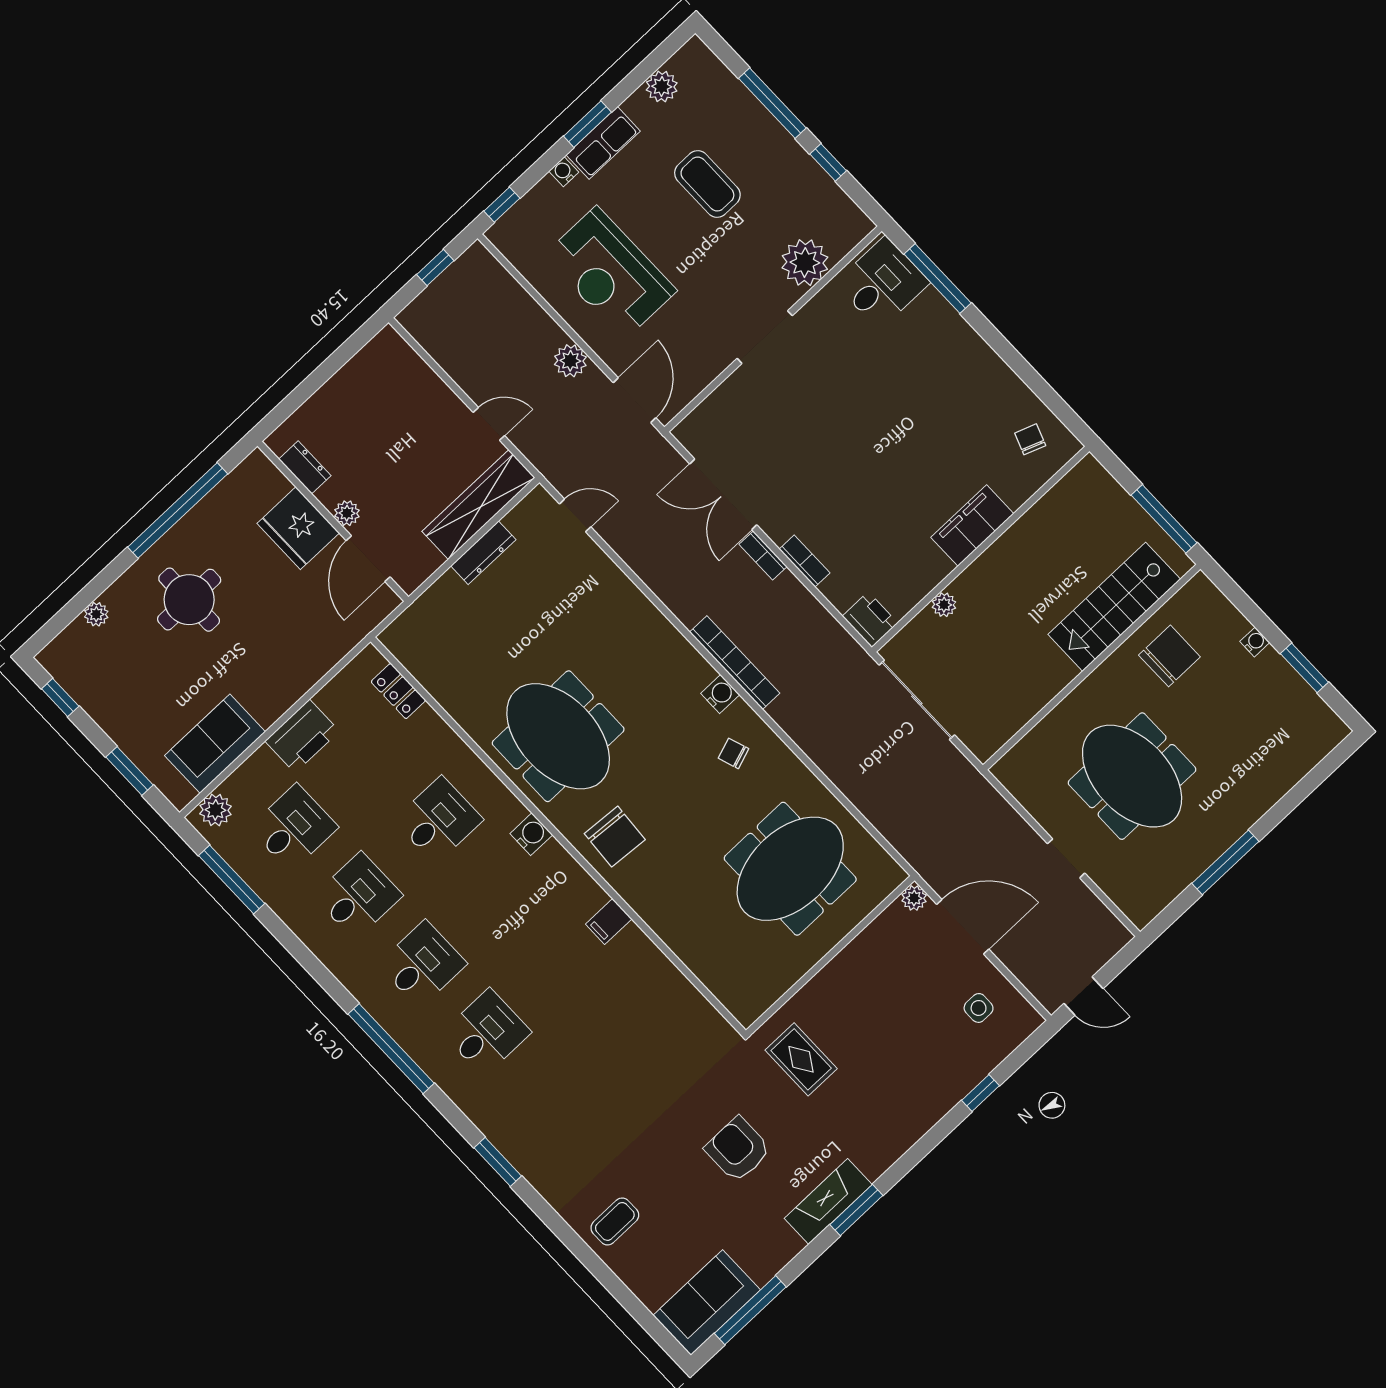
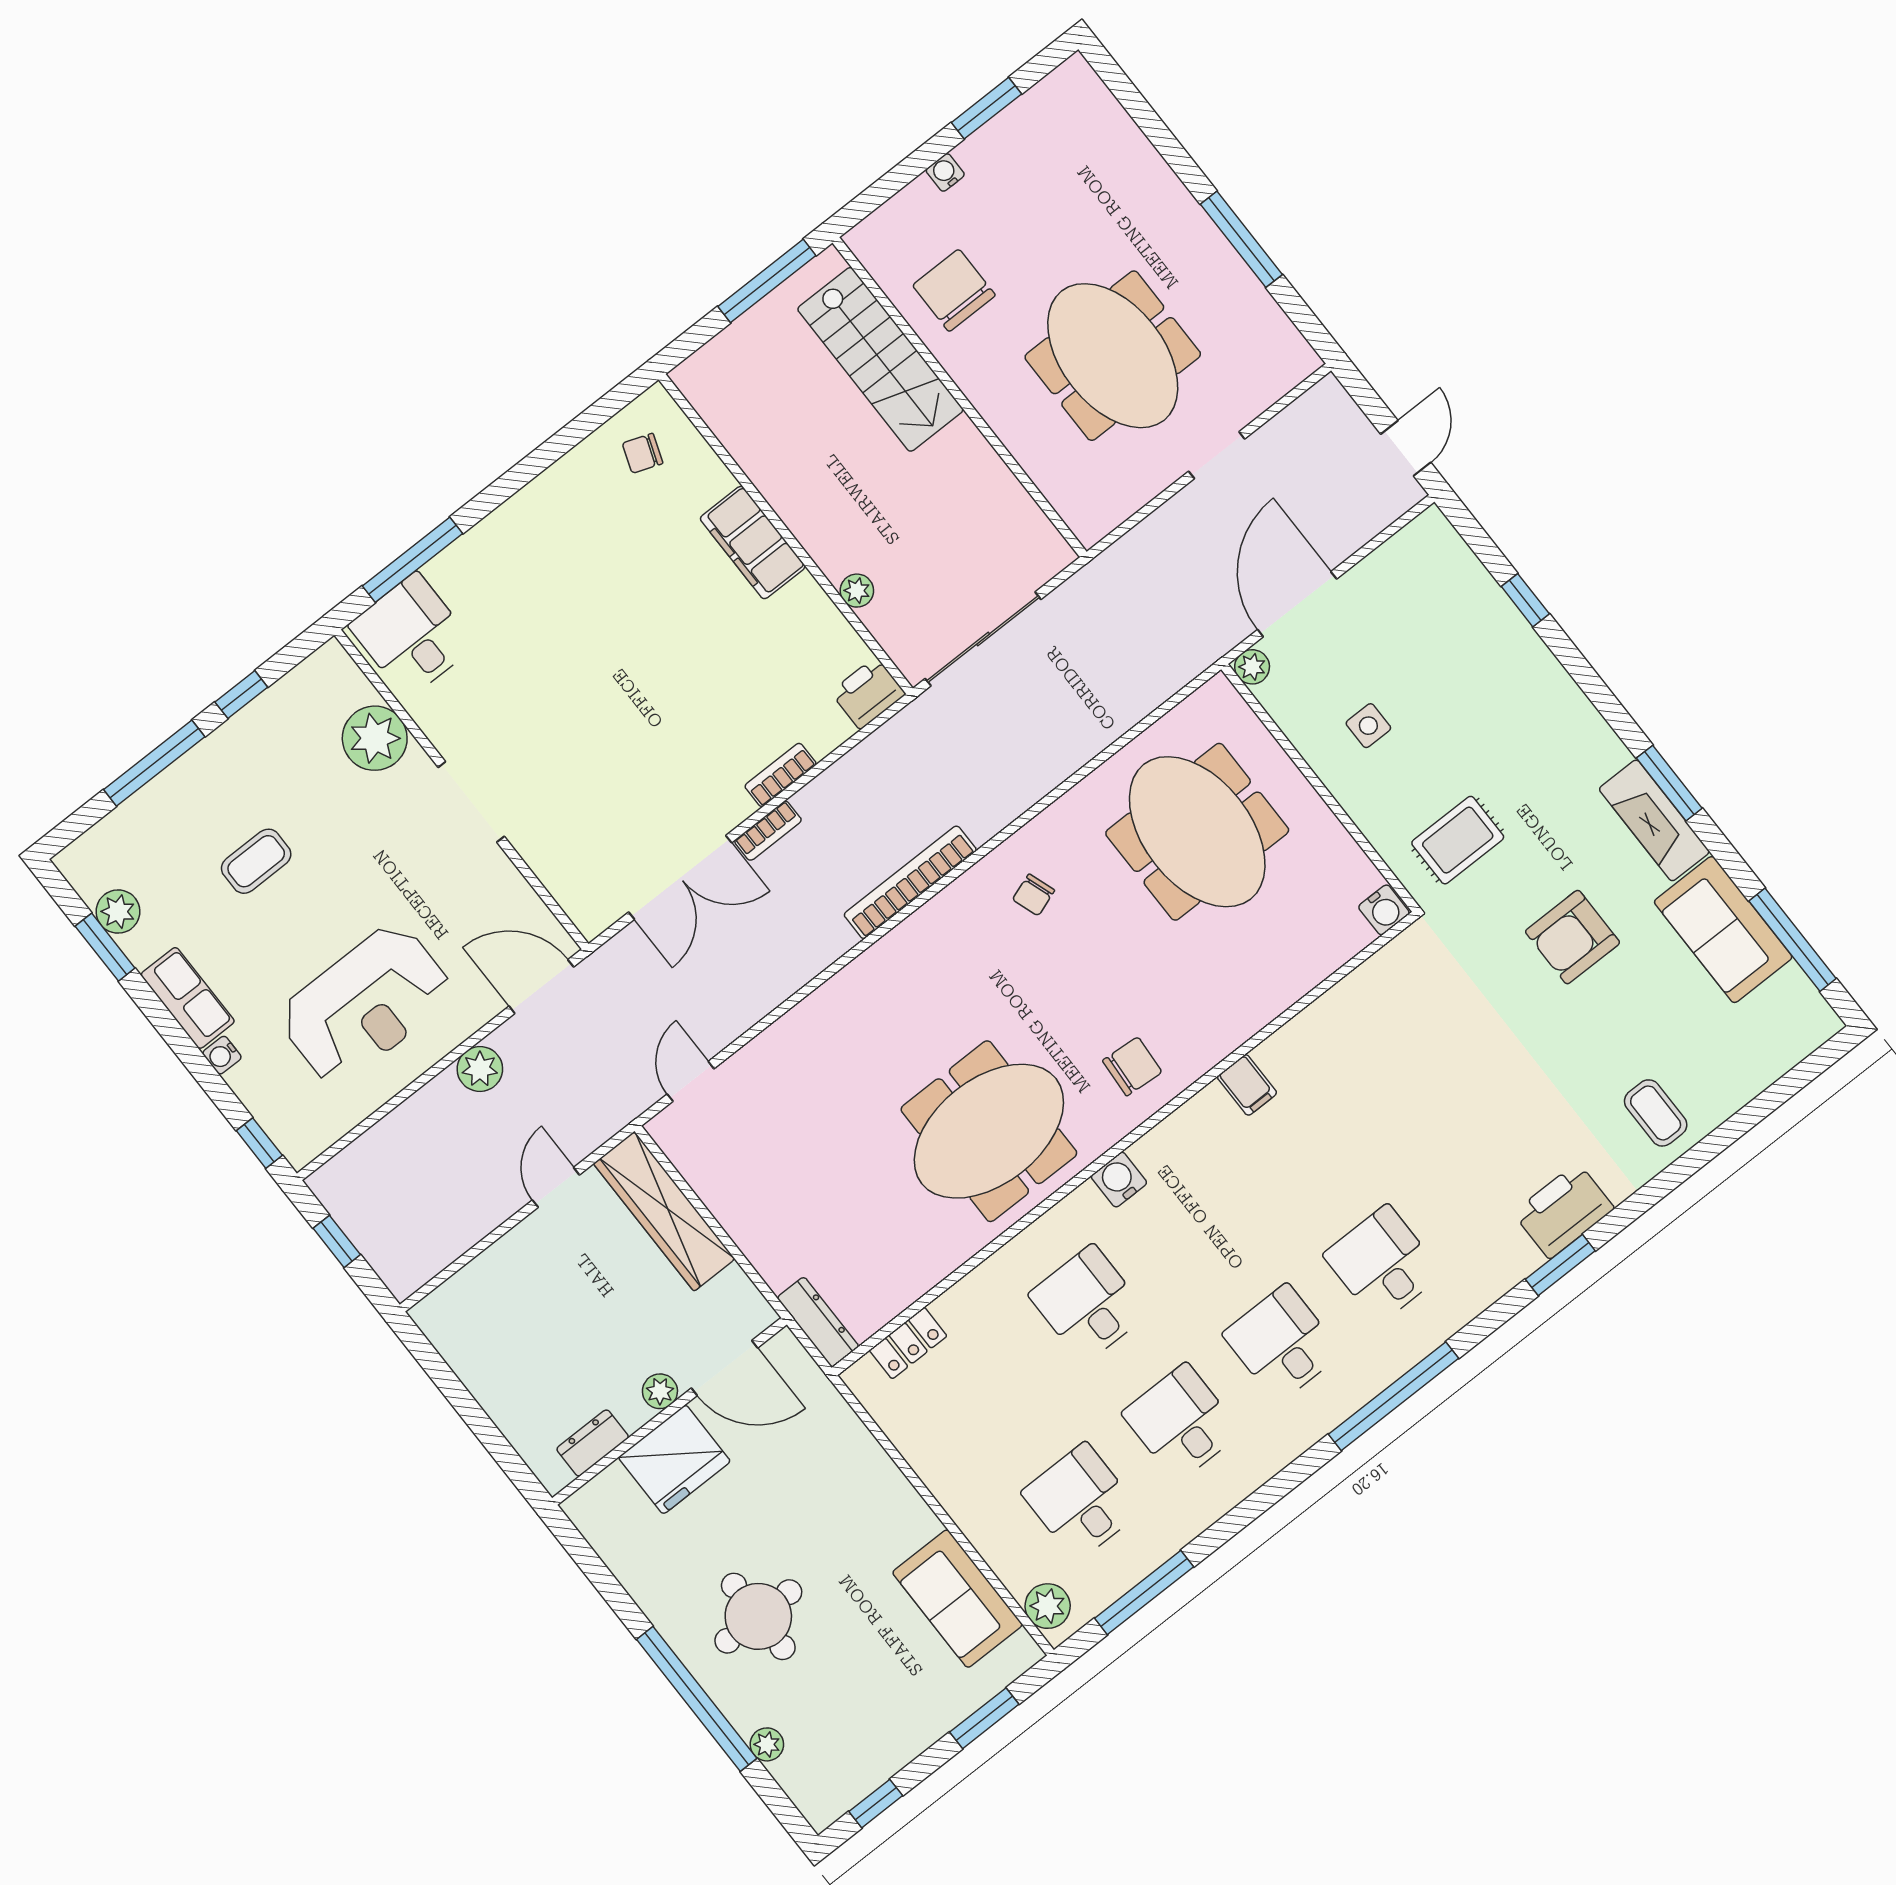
window: (587, 124) -> (105, 947), moved
coffee table: (707, 184) -> (256, 861), width x0.73, depth x0.77
window: (178, 510) -> (697, 1699), moved
dresser: (483, 553) -> (818, 1322), moved
water cooler: (720, 694) -> (1384, 910), moved, turned 180
printer: (302, 736) -> (1564, 1211), moved, turned -90
meeting table: (1132, 776) -> (1113, 356), turned 90
chair: (615, 837) -> (1132, 1066), width x0.73, depth x0.73
side table: (979, 1008) -> (1368, 726), moved
sofa: (707, 1303) -> (1723, 930), moved

